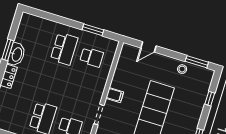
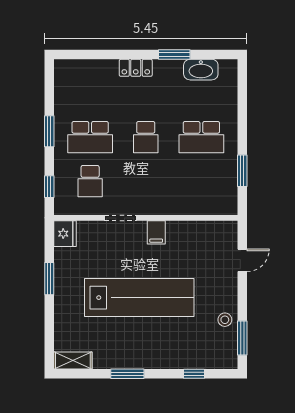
door: (149, 47) -> (242, 260), swing flipped
washbasin: (17, 54) -> (201, 70), moved
school desk: (92, 57) -> (146, 137), moved

